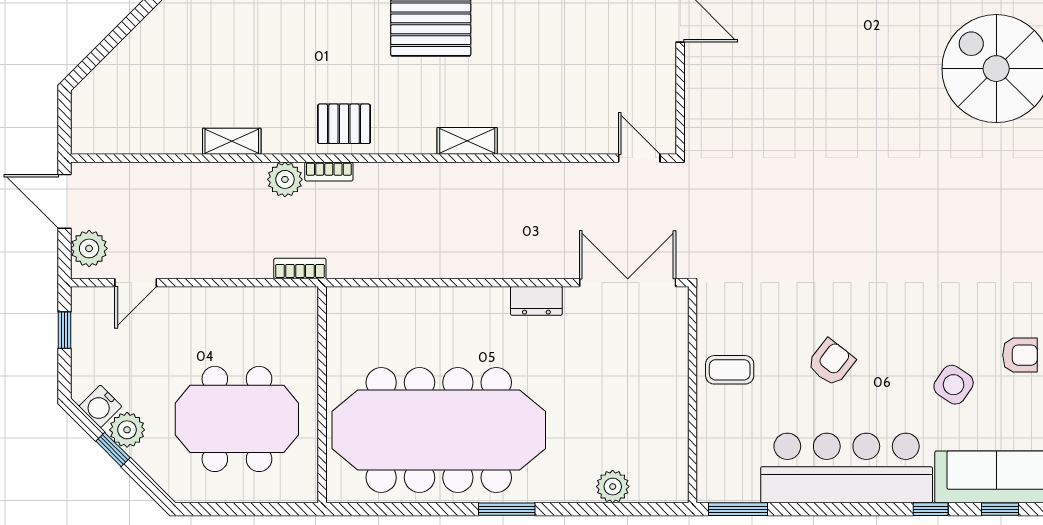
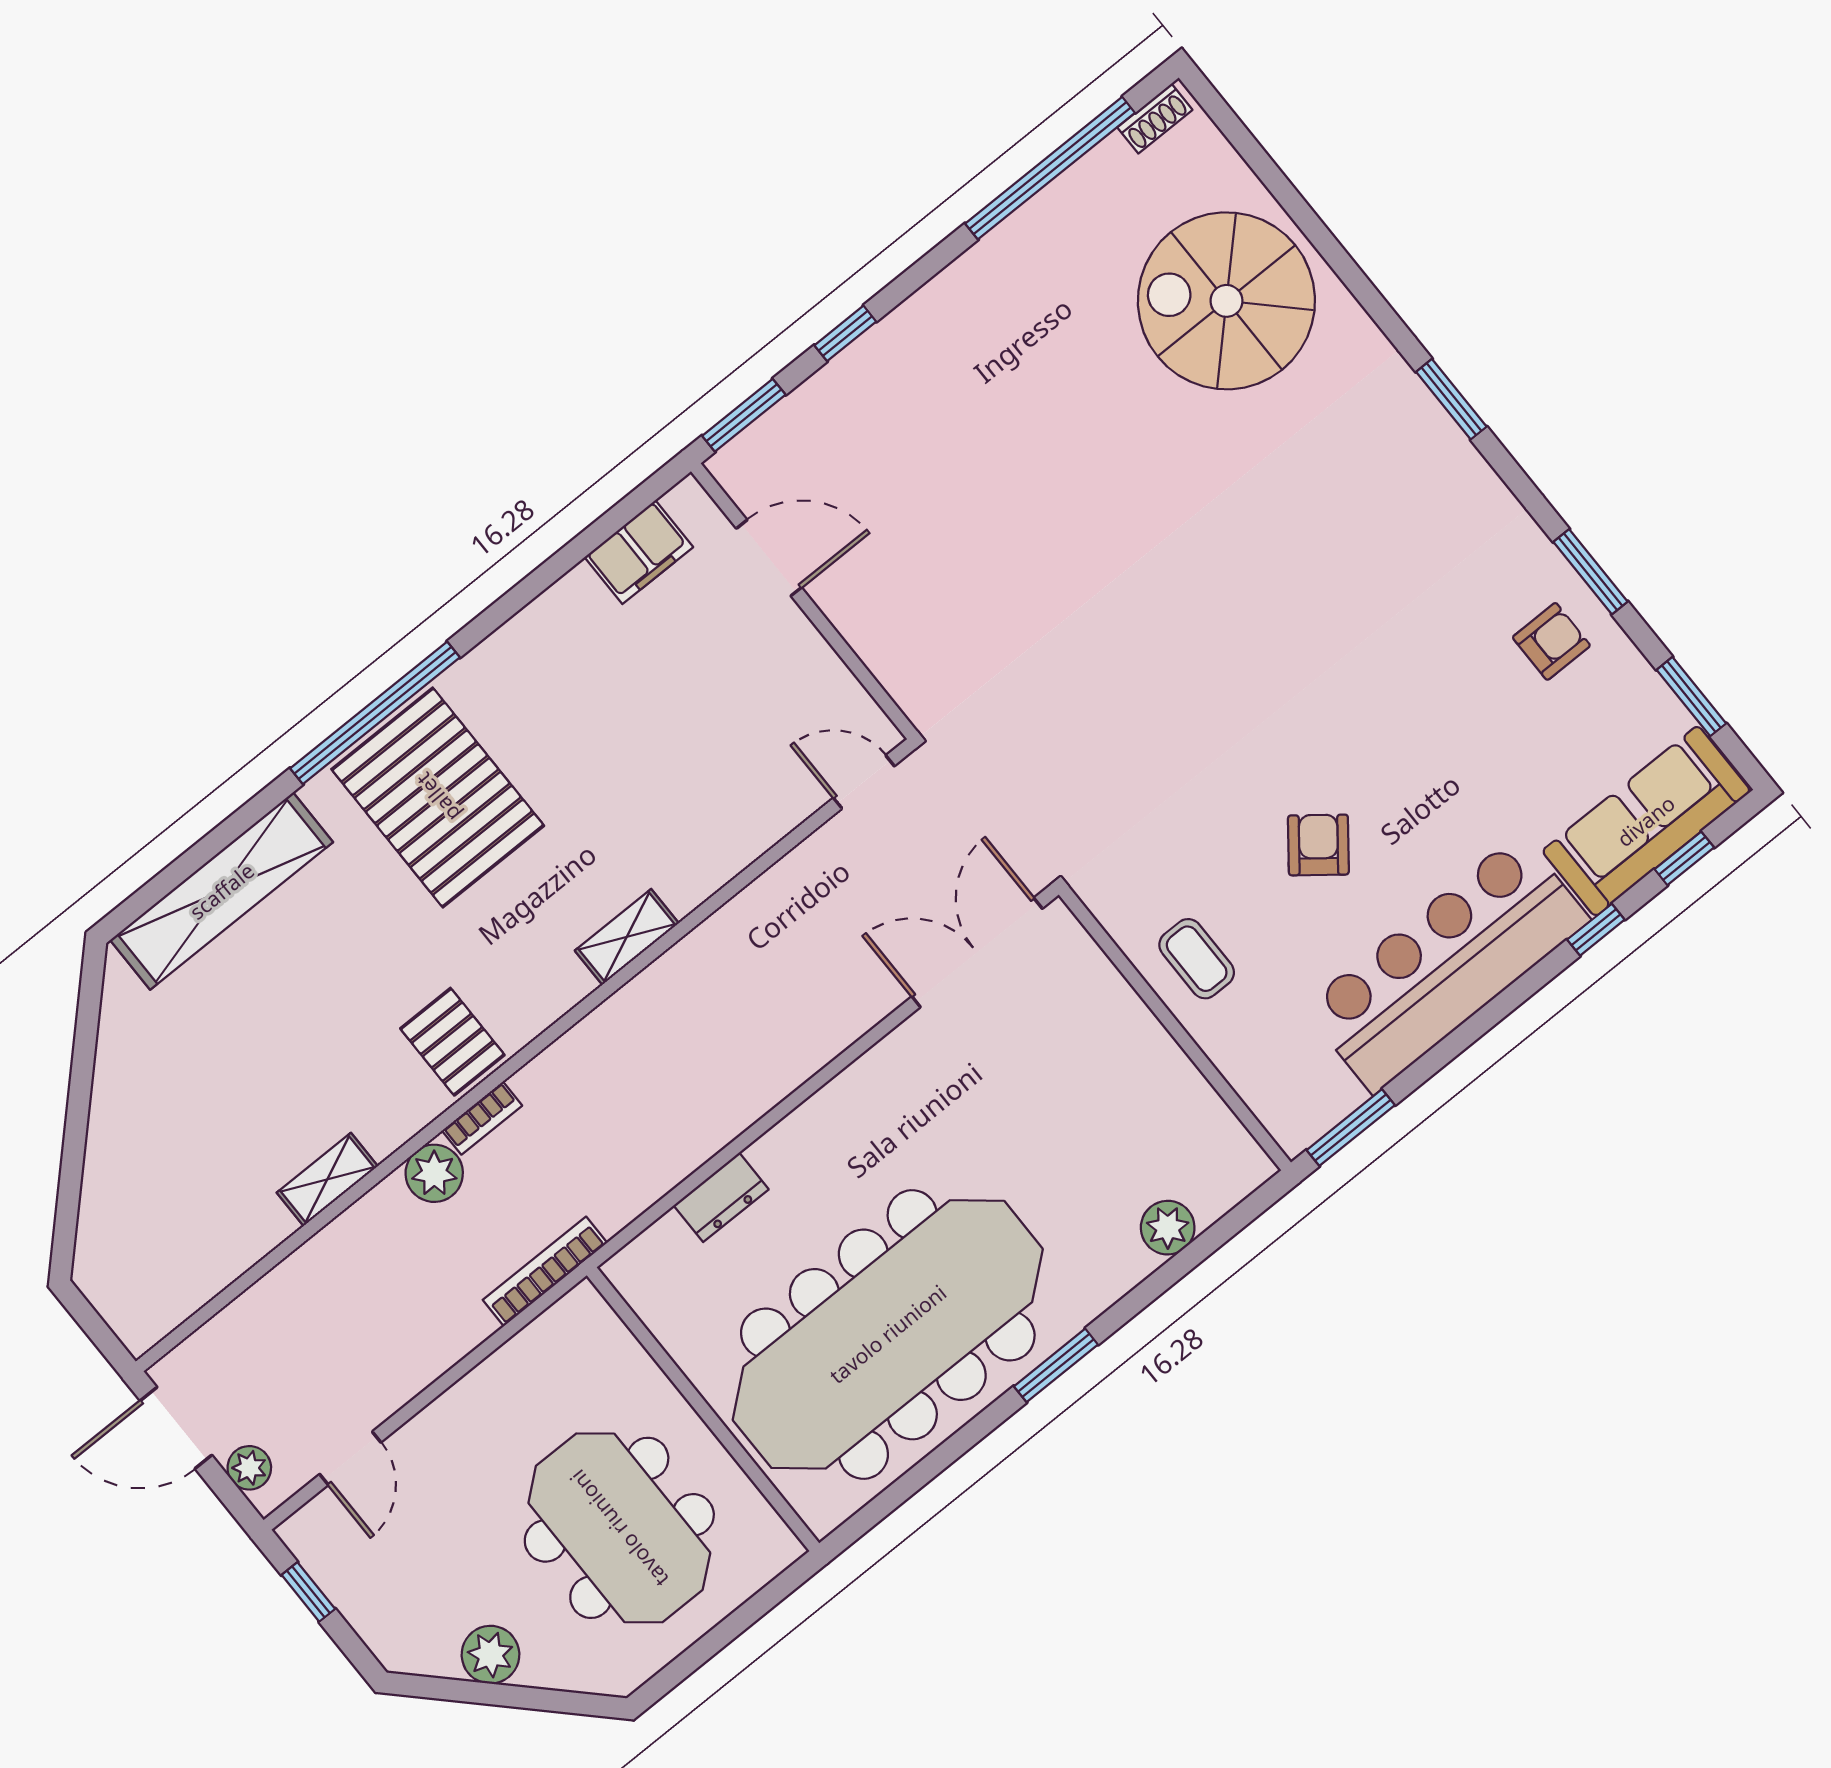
pallet: (344, 124) -> (452, 1042), turned 90
plant: (89, 248) -> (249, 1468), width x0.73, depth x0.73
bookcase: (300, 269) -> (545, 1271), width x1.56
dresser: (536, 301) -> (721, 1197), moved
coffee table: (730, 370) -> (1197, 959), turned 90
side table: (954, 385) -> (1497, 747), removed
water cooler: (100, 406) -> (432, 1652), removed
meeting table: (237, 419) -> (619, 1528), turned 90
window: (113, 449) -> (493, 1694), removed

